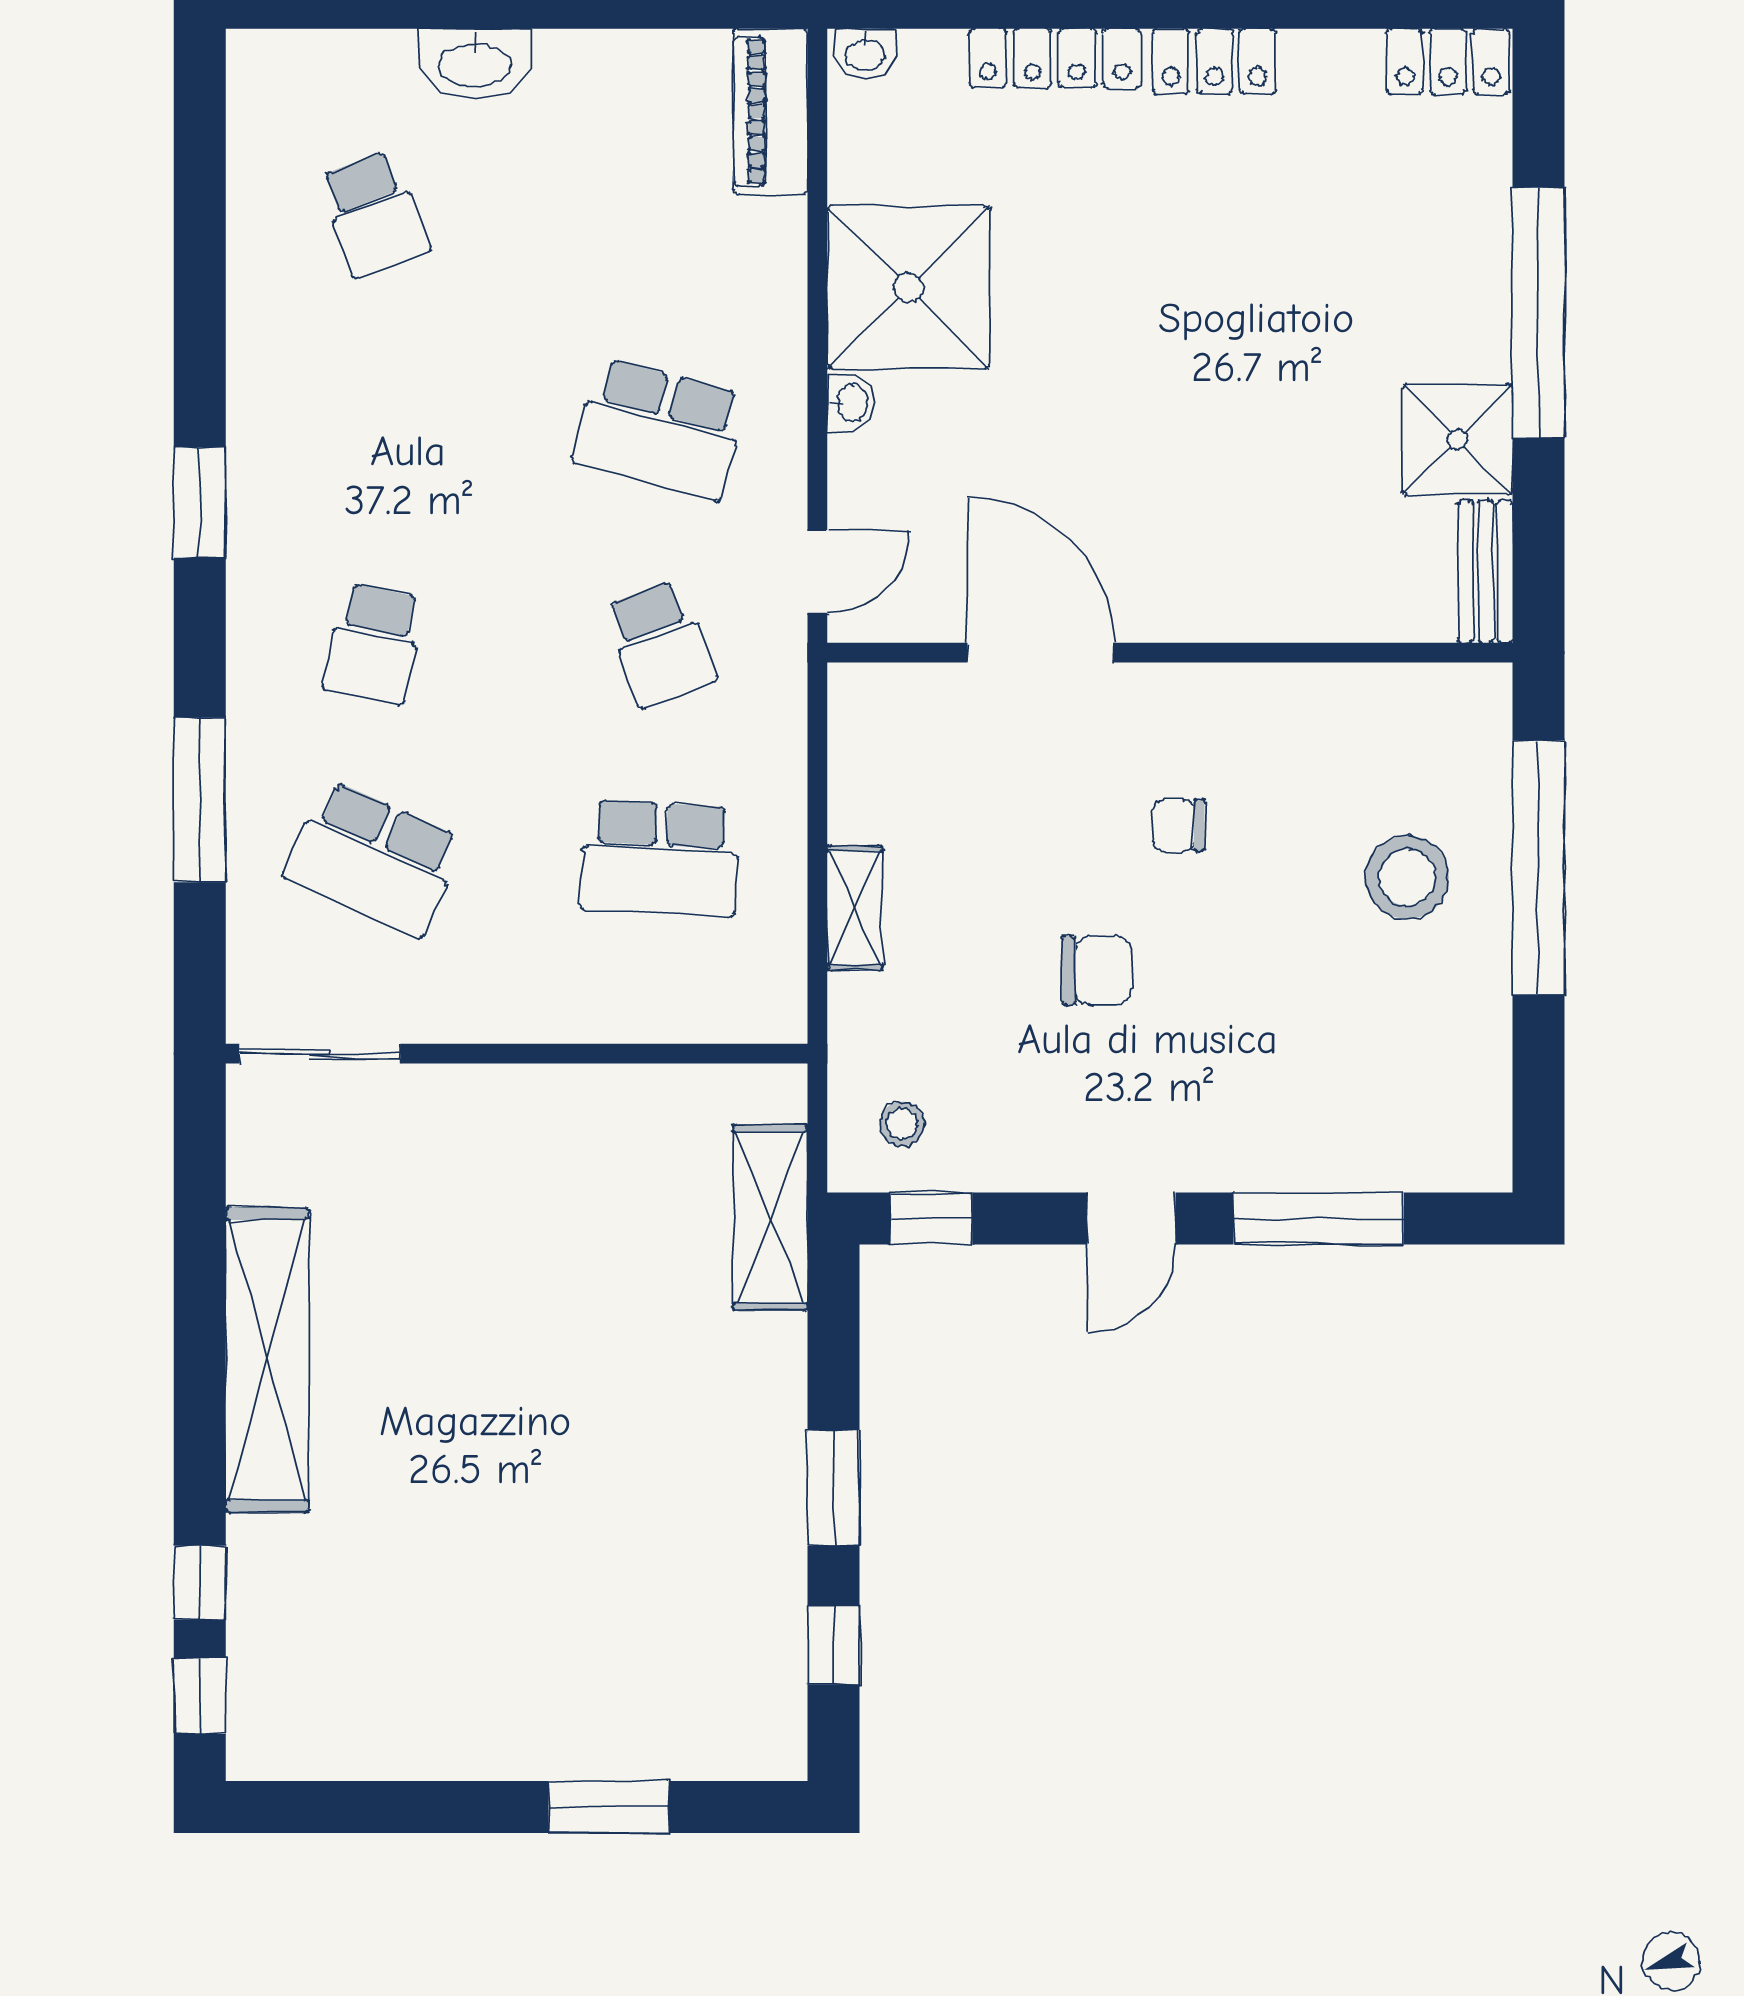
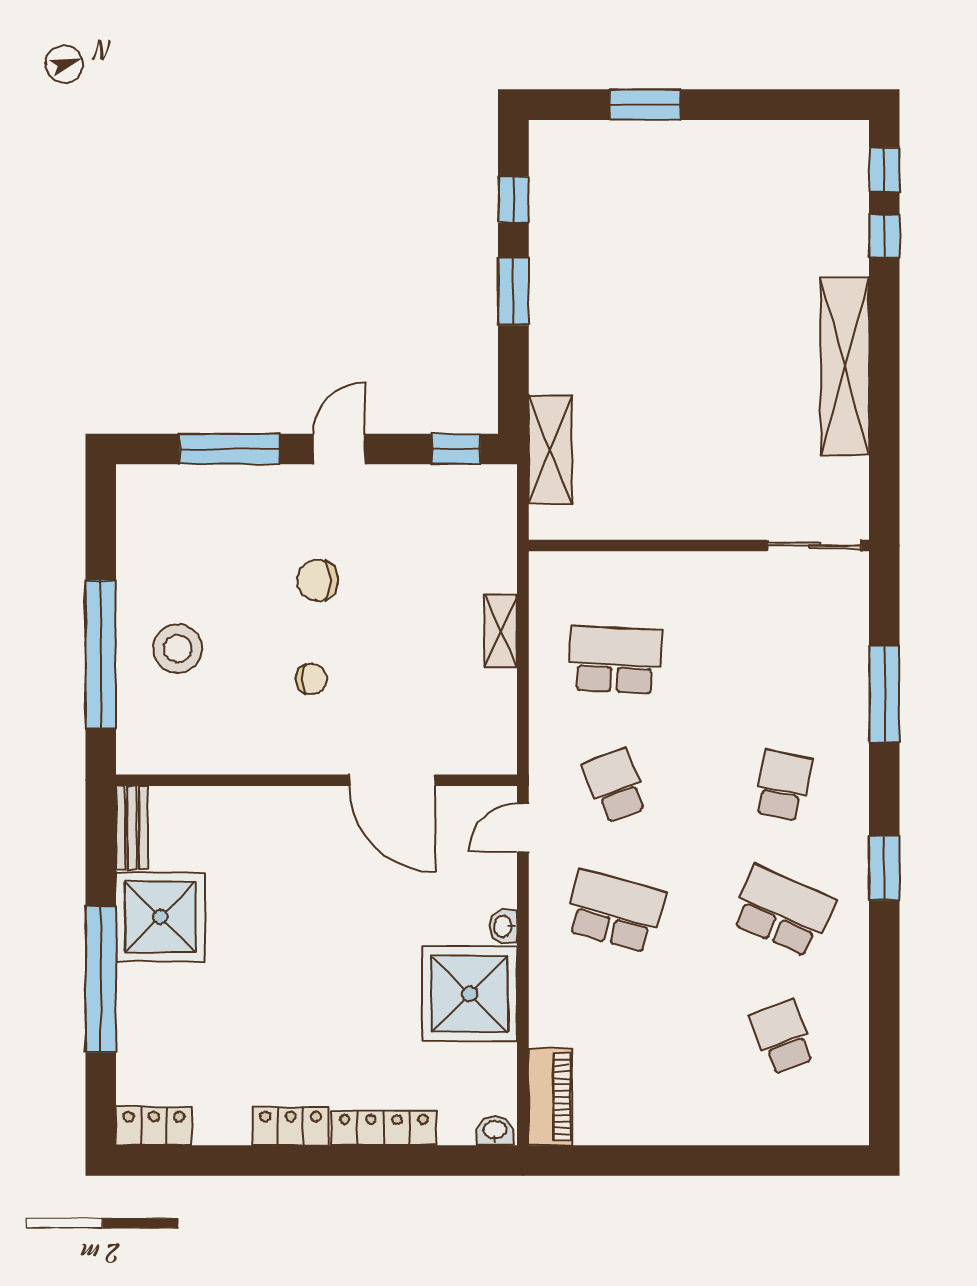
washbasin: (475, 63) -> (723, 1125), removed
shower: (1457, 439) -> (160, 917), width x1.37, depth x1.37
school desk: (374, 858) -> (783, 911), moved
chair: (1097, 970) -> (317, 580), moved
stool: (902, 1124) -> (473, 504), removed

